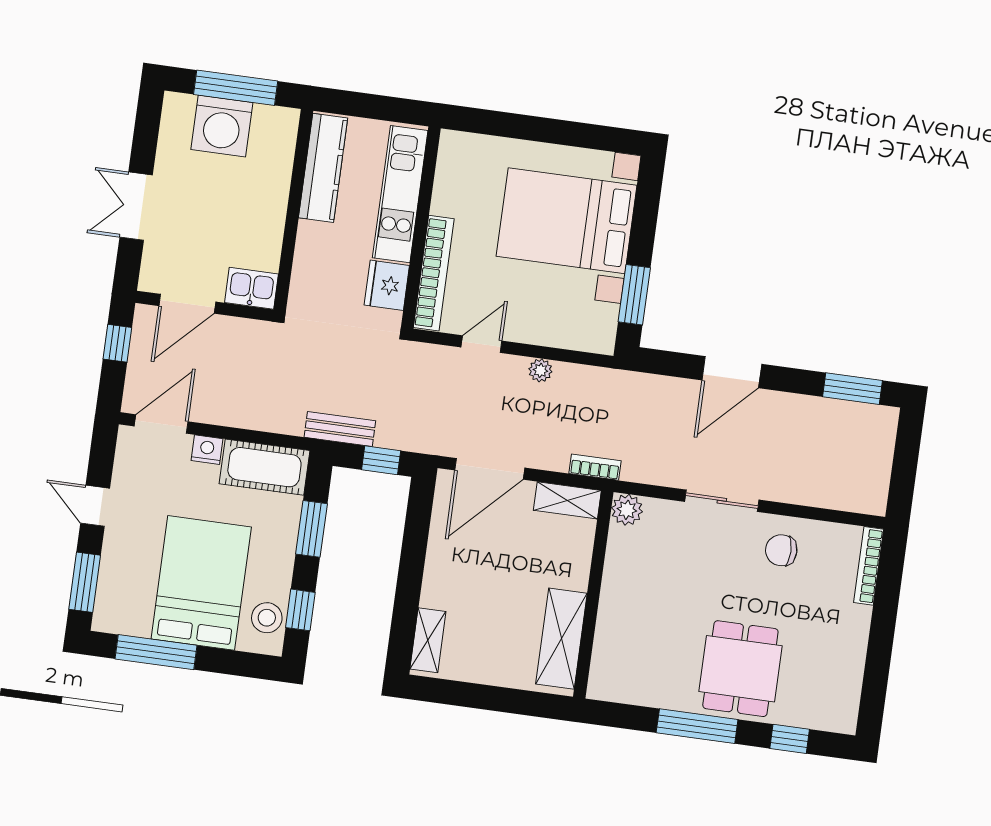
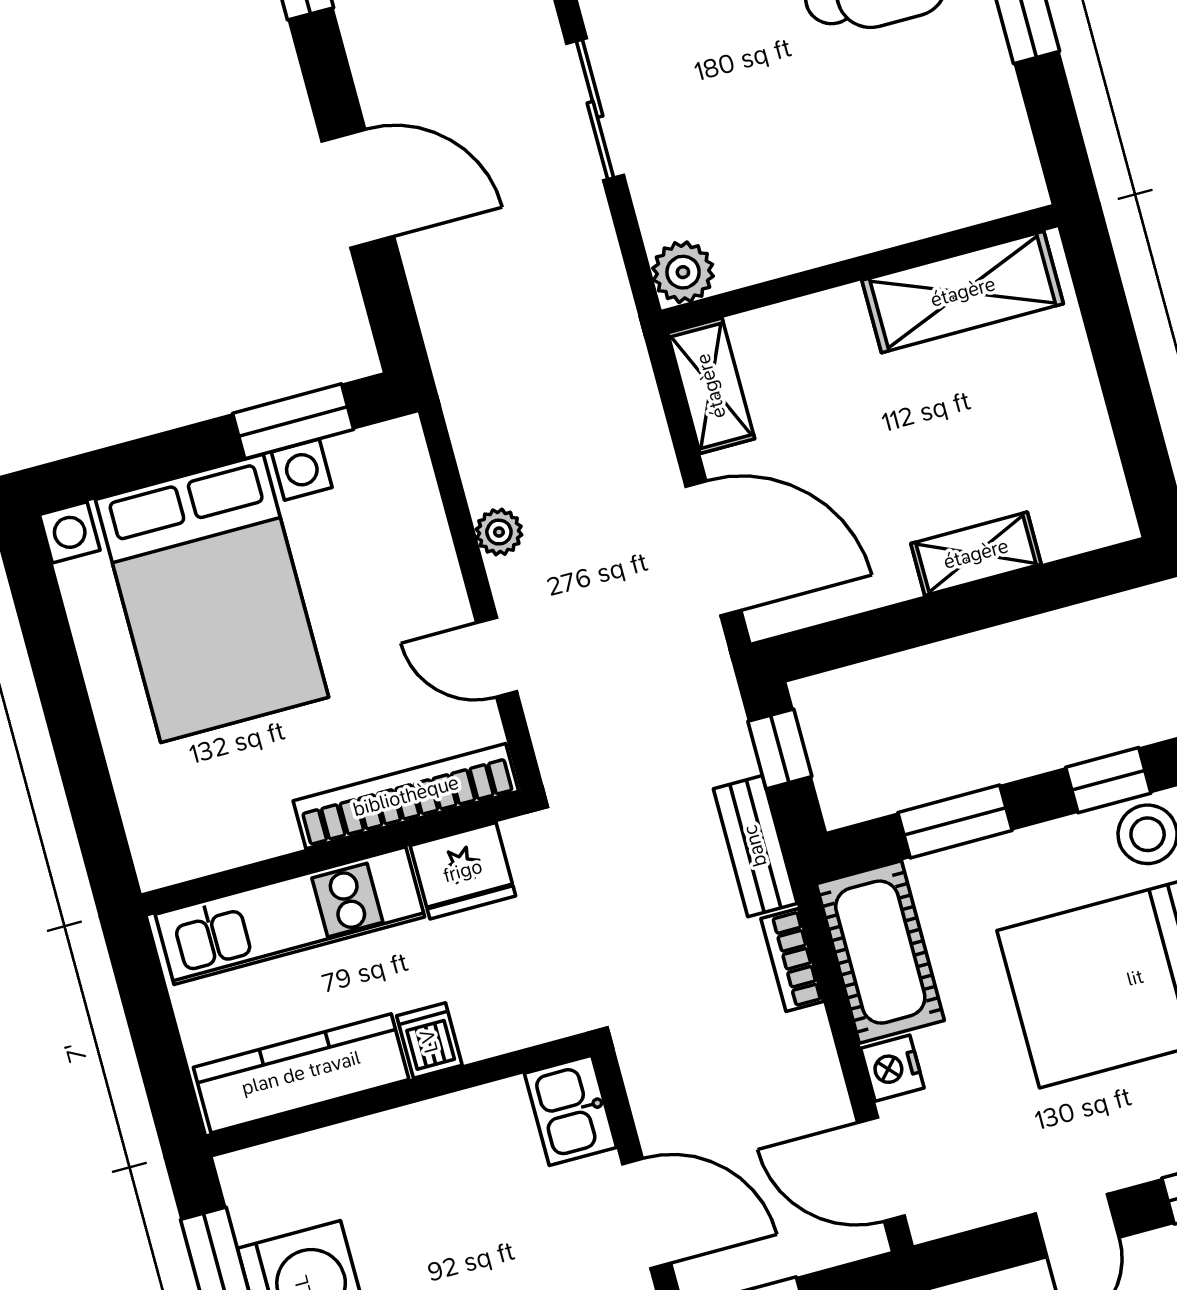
dishwasher: (313, 235) -> (429, 1041), added
bookcase: (595, 467) -> (792, 960), moved
shelving: (428, 640) -> (976, 554), moved

